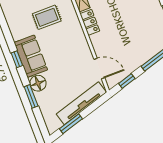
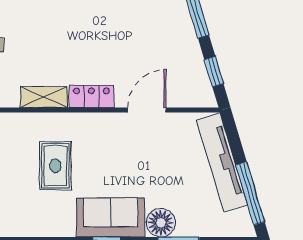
door: (99, 69) -> (147, 110), moved
window: (71, 124) -> (250, 193), width x1.44

